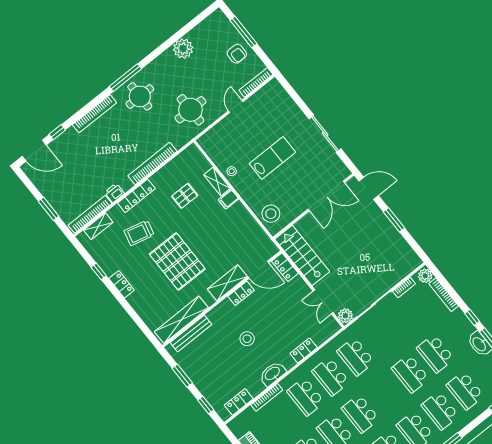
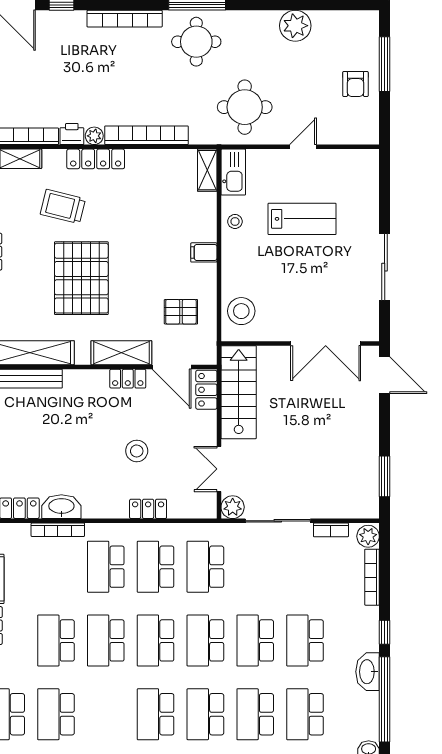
bookcase: (256, 82) -> (351, 137), removed
kitchen sink: (211, 147) -> (233, 172), added
lab bench: (272, 158) -> (302, 219), moved
shelving: (217, 182) -> (207, 170), moved
plant: (126, 185) -> (94, 136), added
pallet: (185, 196) -> (181, 312), moved
window: (394, 220) -> (385, 476), moved
stool: (247, 339) -> (137, 451), moved
washbasin: (273, 374) -> (61, 507), moved
school desk: (385, 394) -> (205, 640), added

